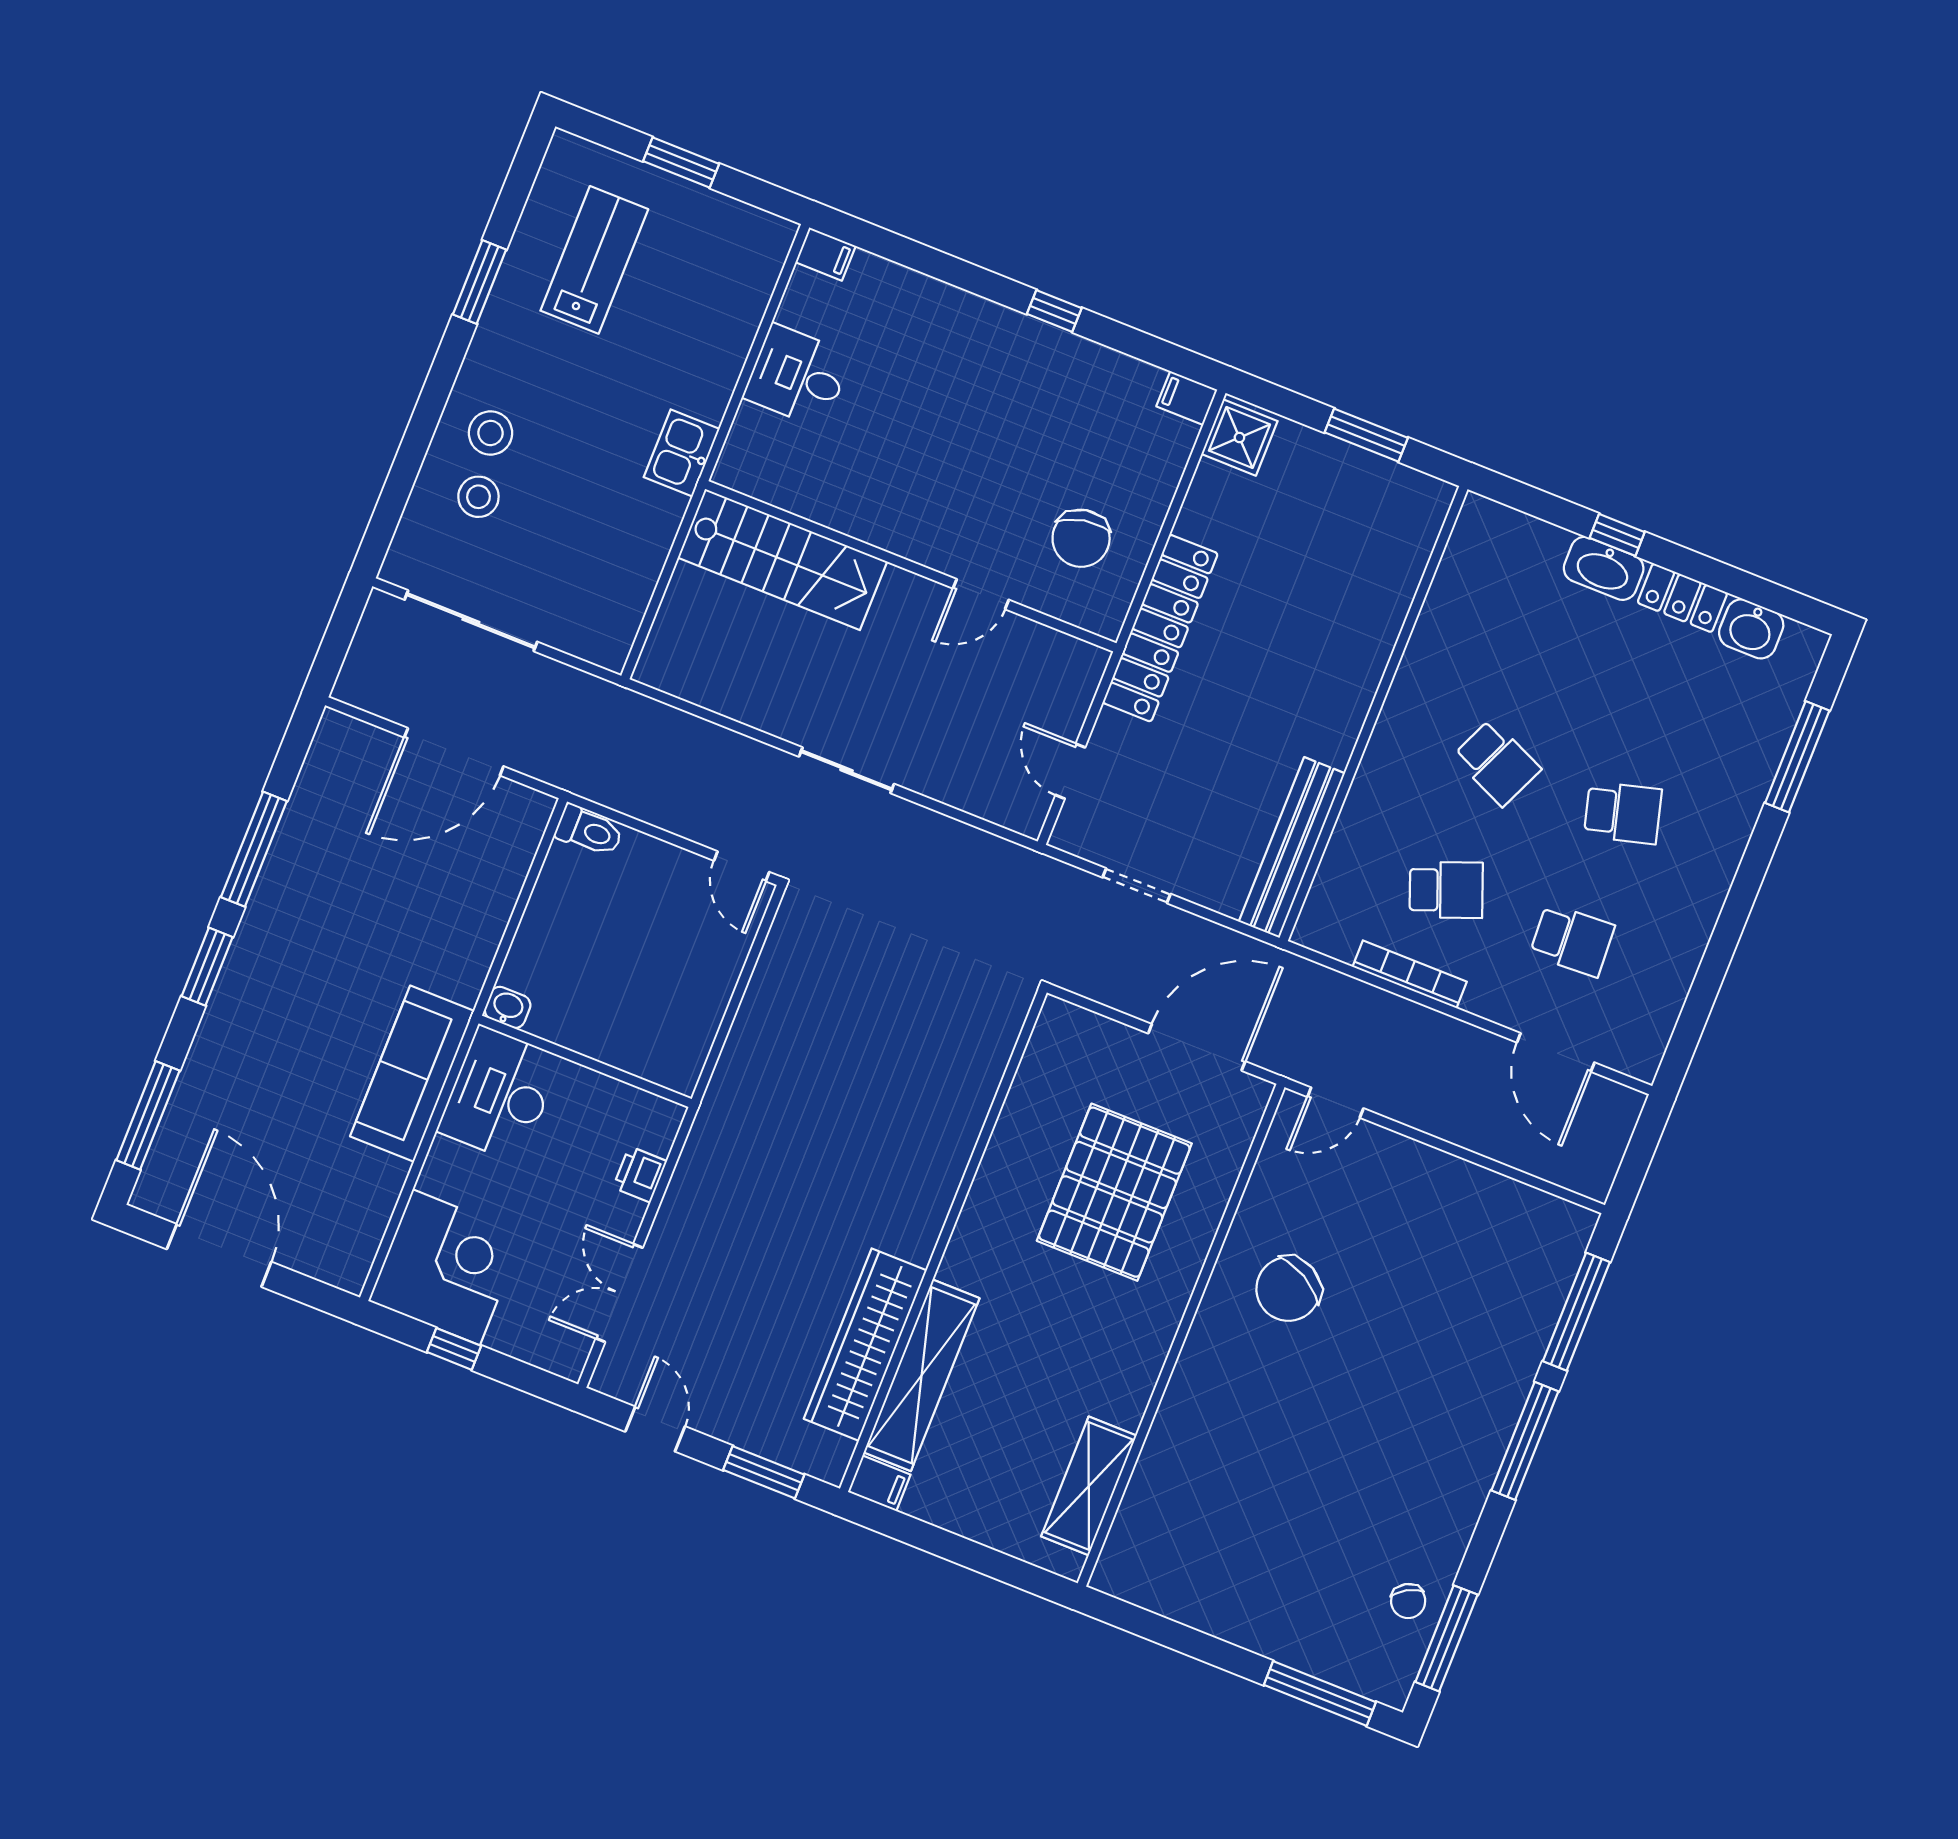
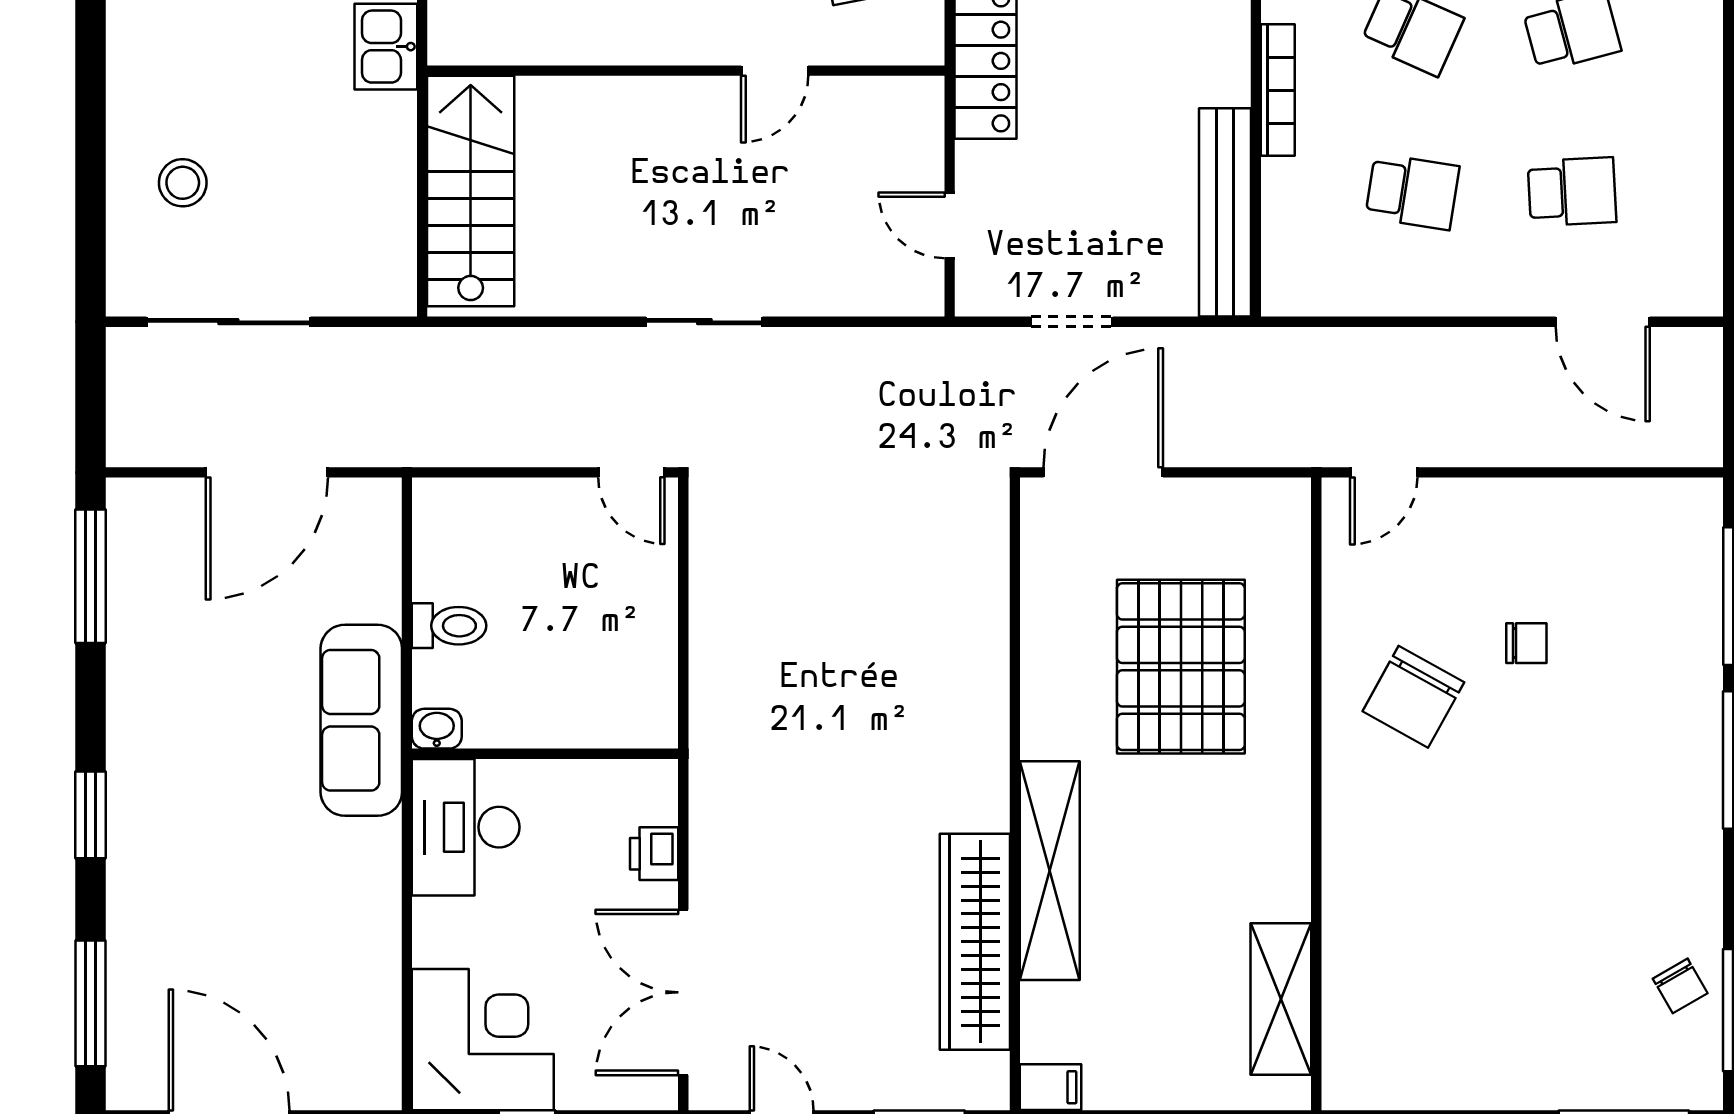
stool: (490, 433) -> (168, 108), removed
stairs: (782, 560) -> (471, 191), moved, turned -90
toilet: (589, 831) -> (449, 626), moved
window: (254, 849) -> (90, 576), moved
school desk: (1446, 890) -> (1412, 192), turned 30
bookcase: (1410, 974) -> (1278, 90), moved, turned 90
door: (1197, 1047) -> (1103, 472), moved
sofa: (412, 1074) -> (361, 720), moved
chair: (1394, 1282) -> (1526, 643), added
double door: (619, 1293) -> (683, 992), width x1.37
shelving: (922, 1375) -> (1050, 871), moved

